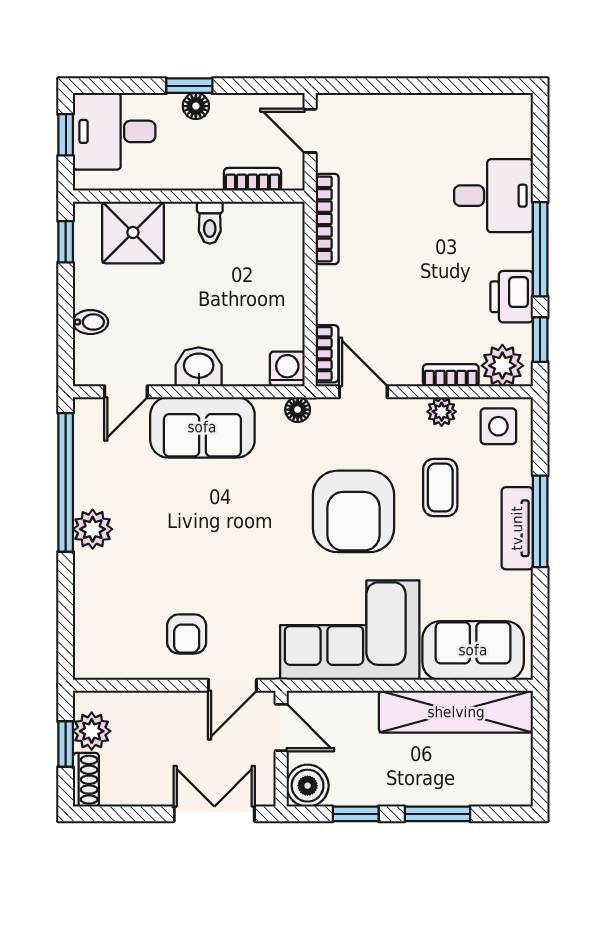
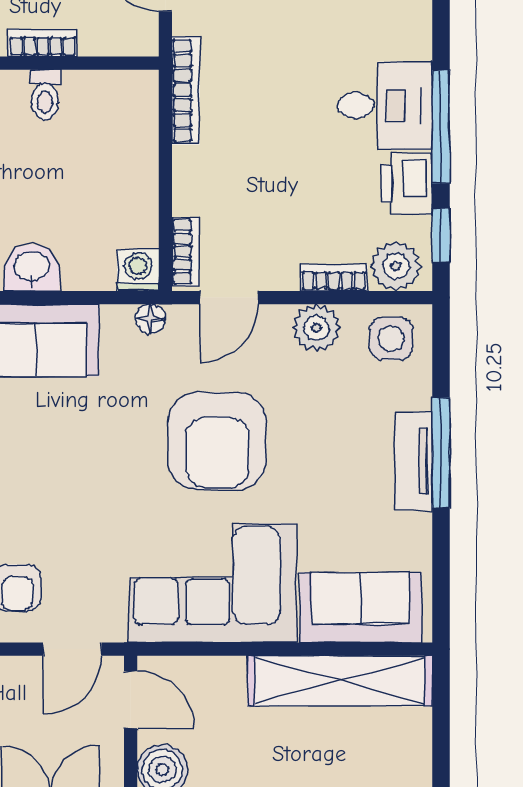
bookcase: (253, 179) -> (43, 43), moved
desk: (493, 196) -> (385, 105), moved
door: (363, 392) -> (229, 298), swing flipped
plant: (442, 412) -> (316, 328), width x1.38, depth x1.38
coffee table: (440, 488) -> (321, 412), removed

